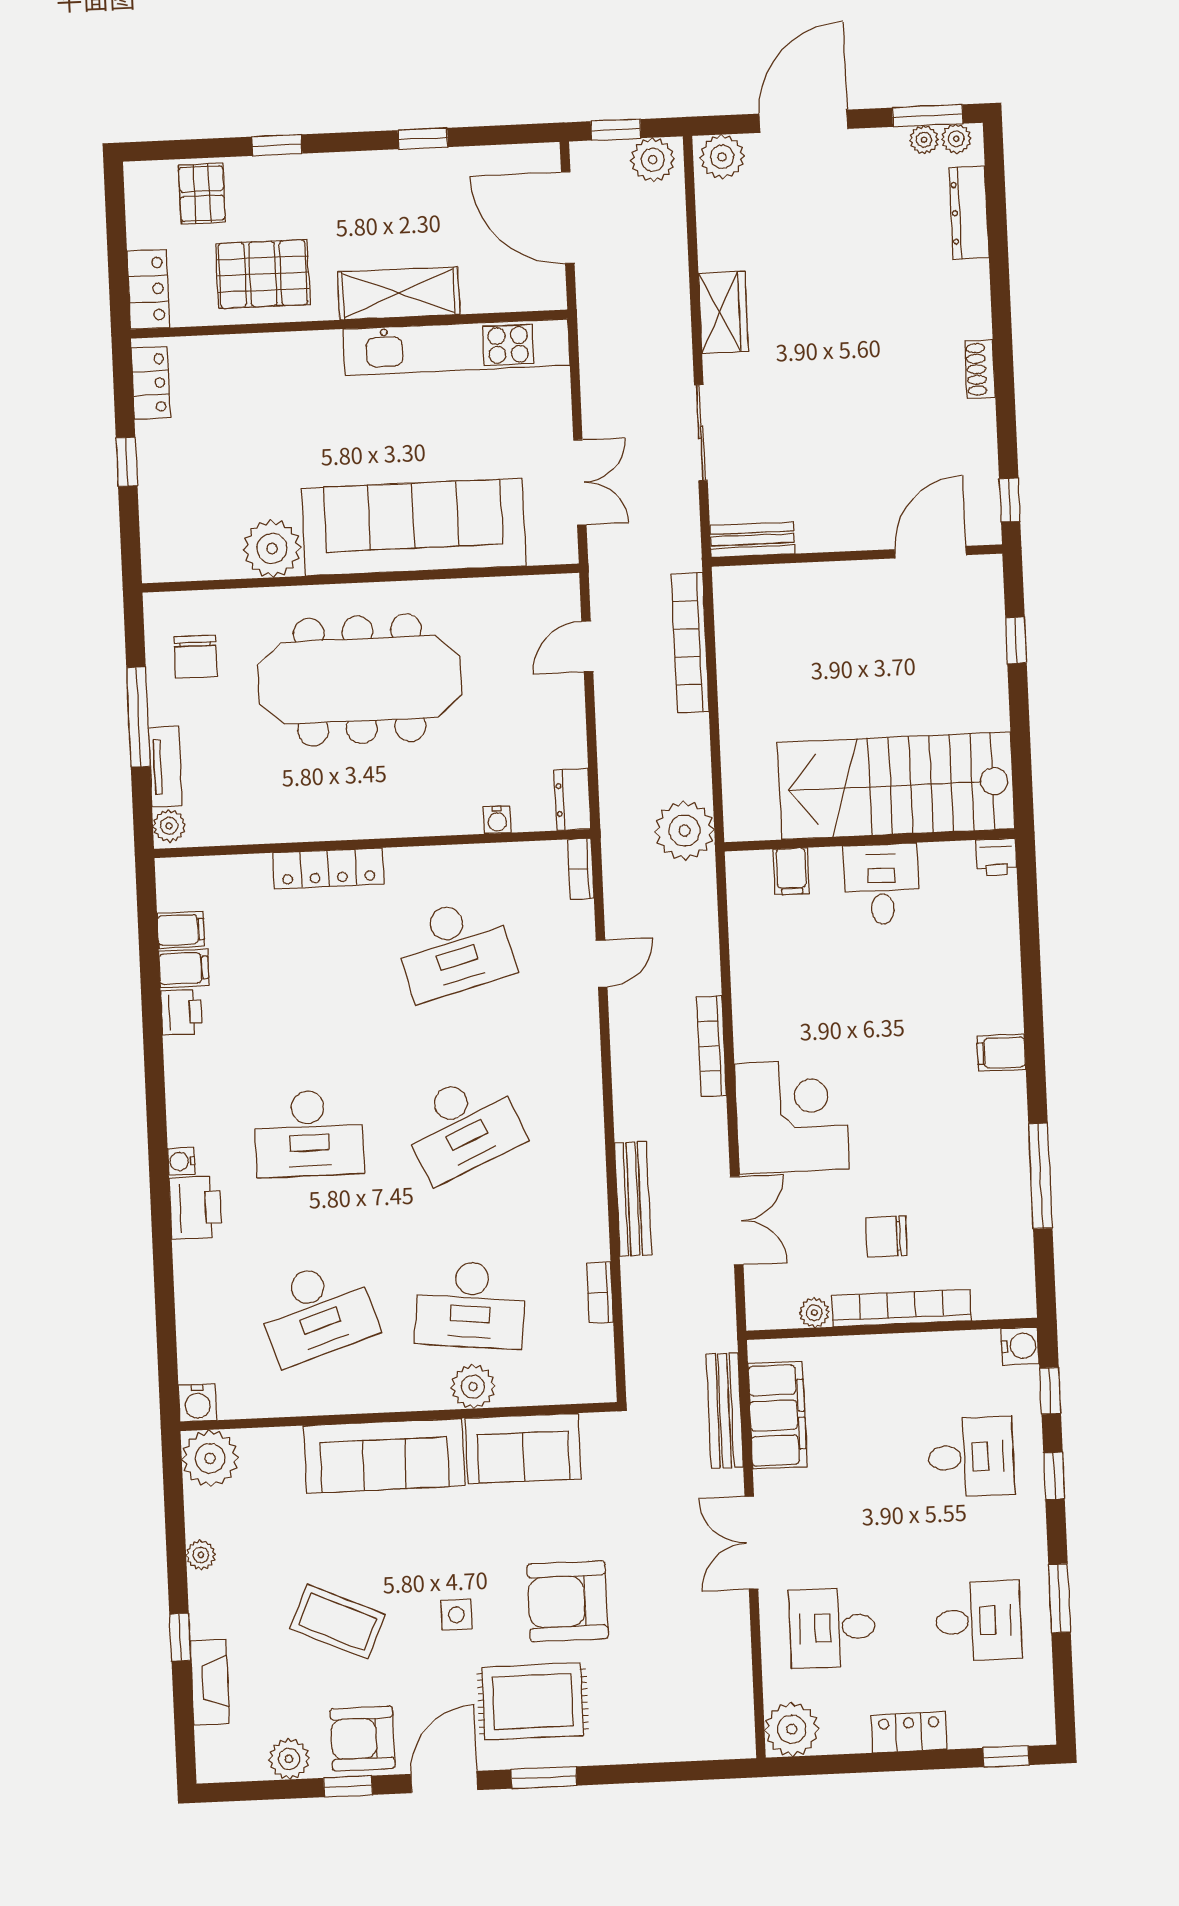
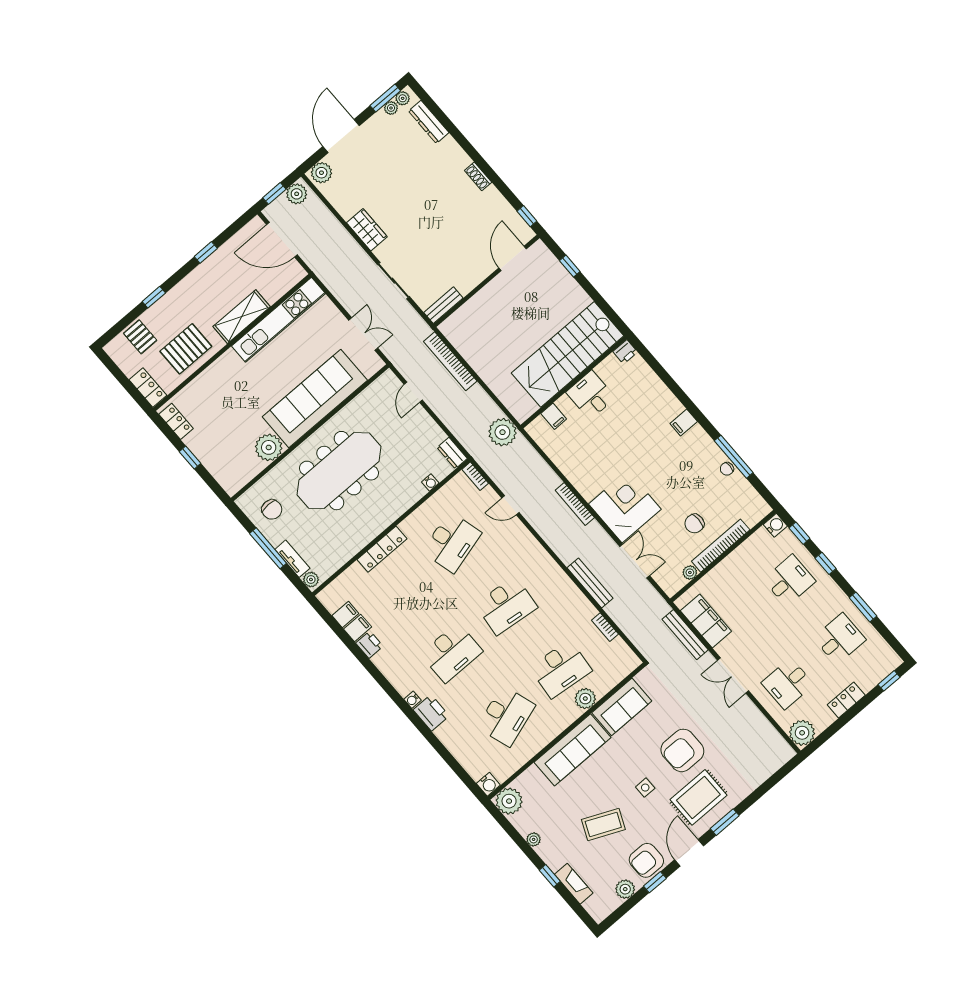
door: (602, 964) -> (510, 505), swing flipped
desk: (462, 1127) -> (506, 606), turned 30
chair: (1013, 1187) -> (727, 469), added

